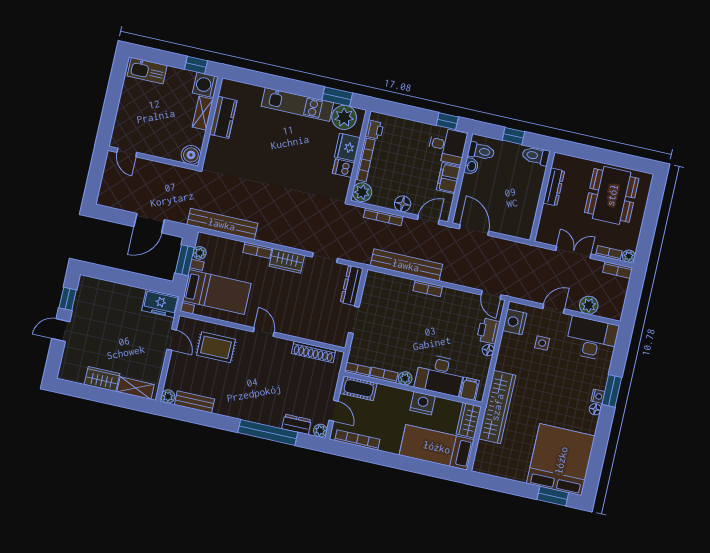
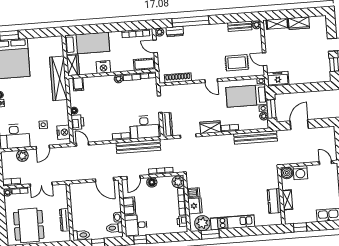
washing machine: (205, 85) -> (300, 173), moved, turned 90
desk: (440, 375) -> (144, 127), moved, turned 180

